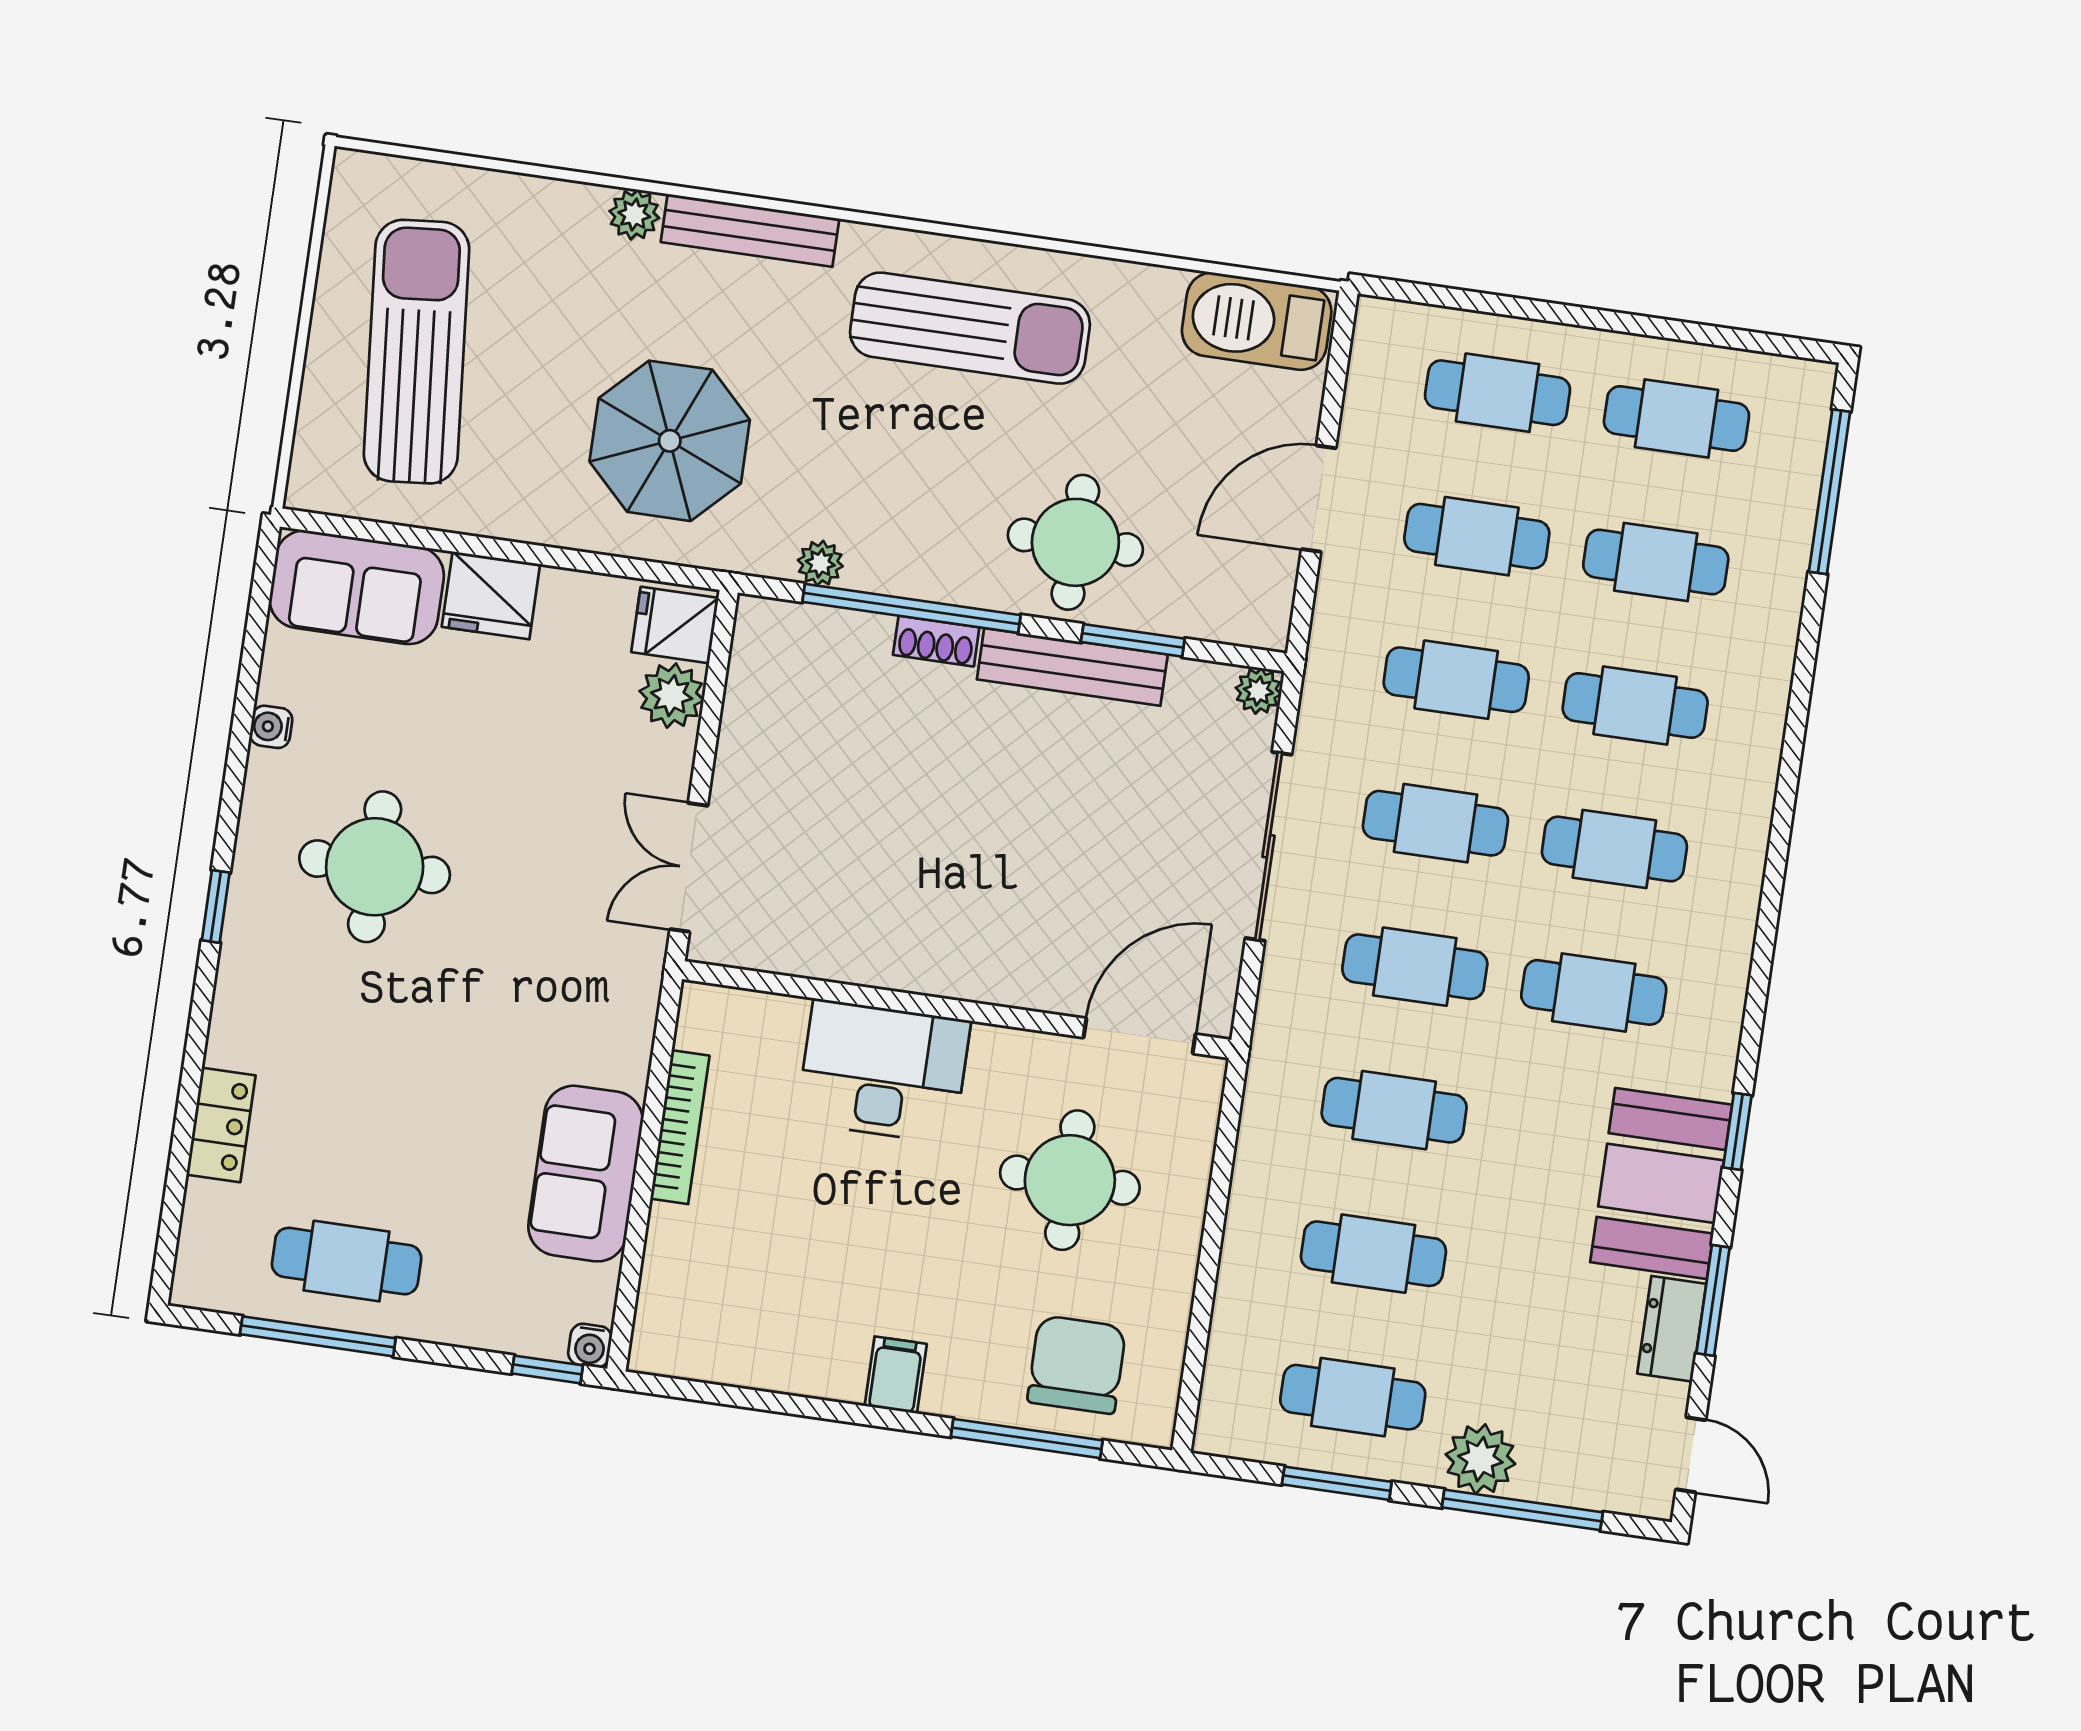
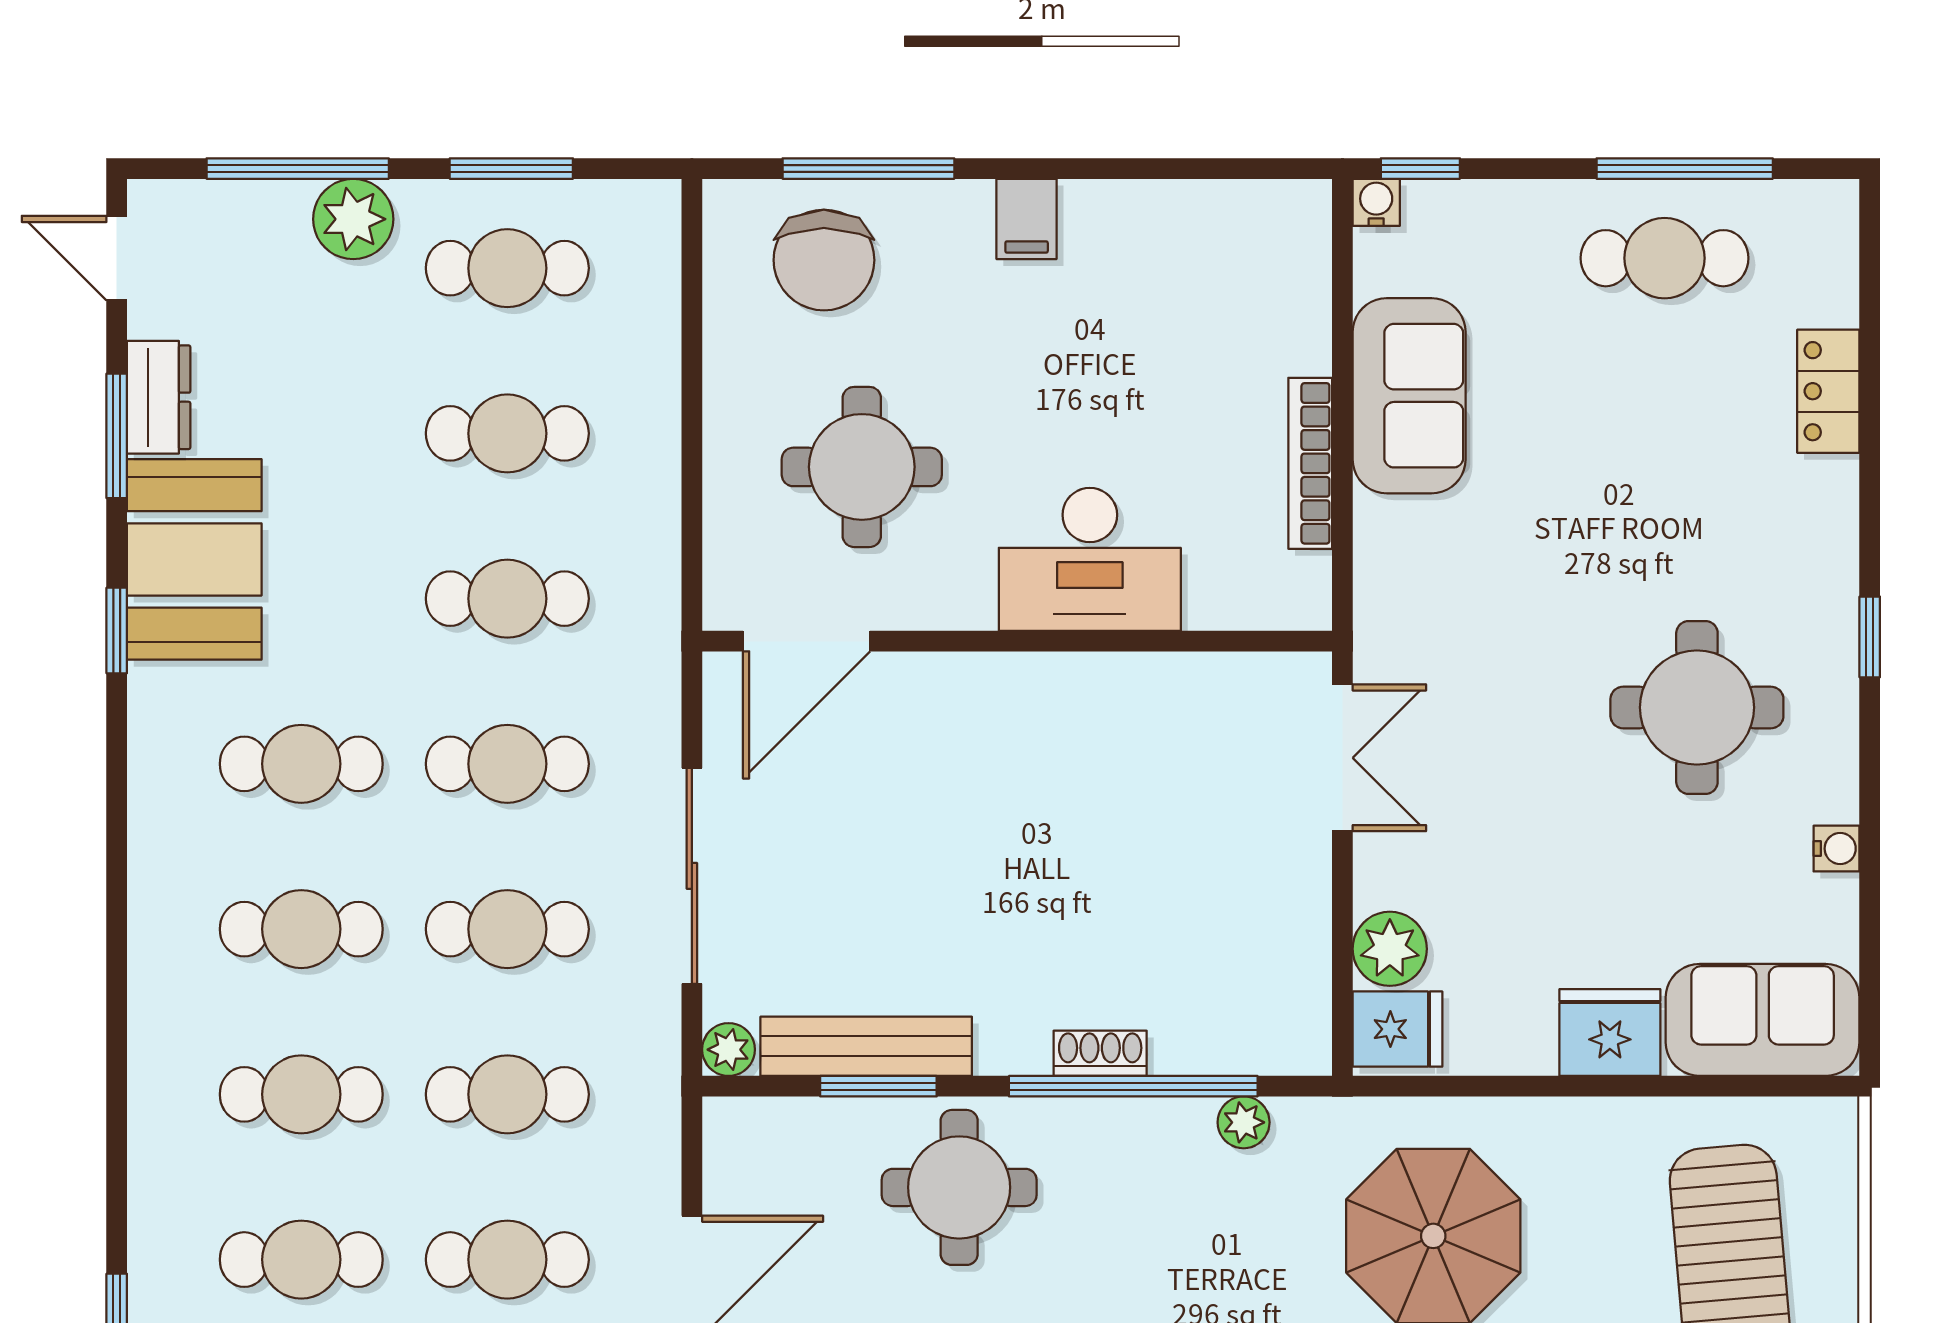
bench: (1072, 667) -> (866, 1046), moved

